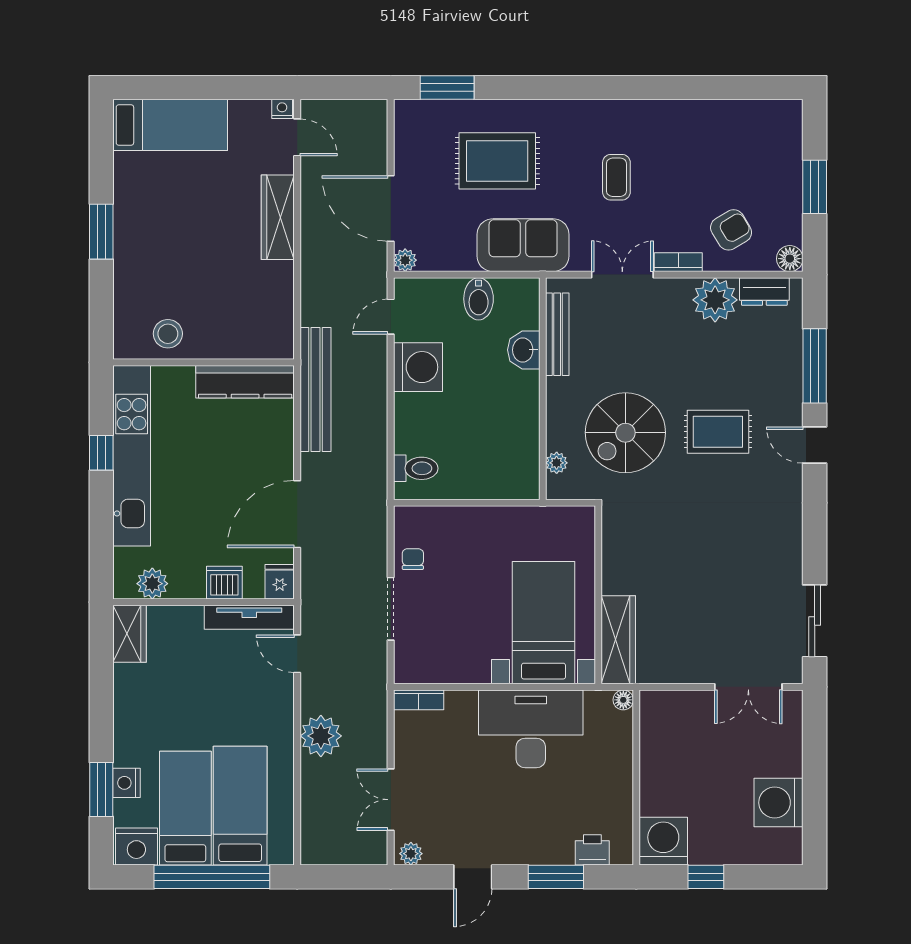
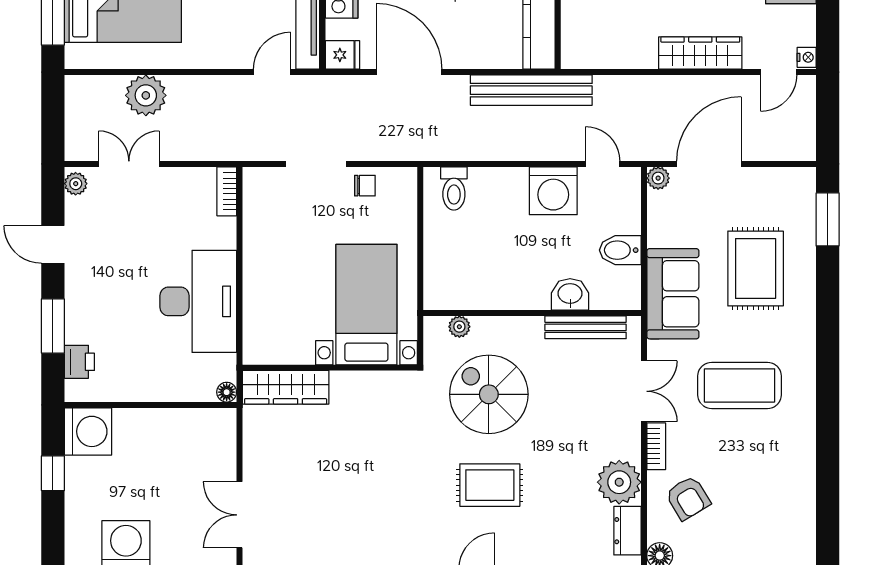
coffee table: (616, 177) -> (740, 385), width x1.86, depth x1.72
rug: (718, 432) -> (490, 485), turned 90
bed with nightstands: (544, 623) -> (366, 305), moved, turned -90
plant: (321, 736) -> (146, 95), moved

